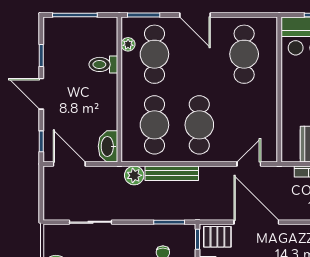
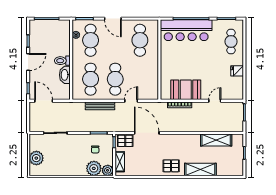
toilet: (103, 64) -> (62, 61), moved
door: (41, 94) -> (28, 62), swing flipped
washbasin: (108, 146) -> (65, 75), moved
door: (249, 164) -> (131, 101), moved
plant: (134, 175) -> (79, 107), removed

